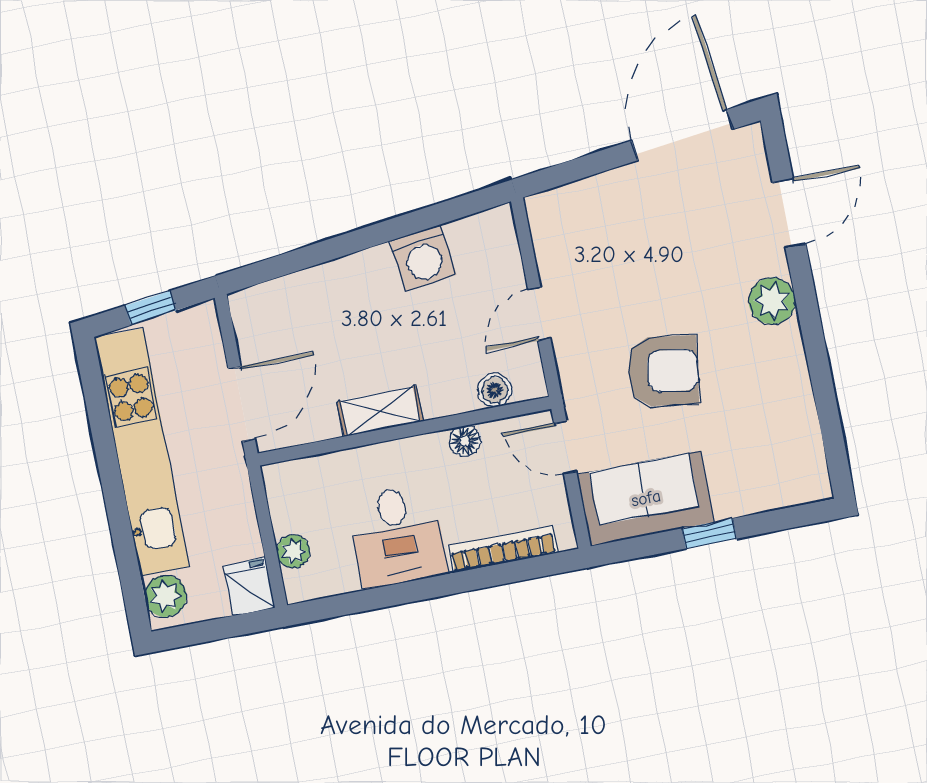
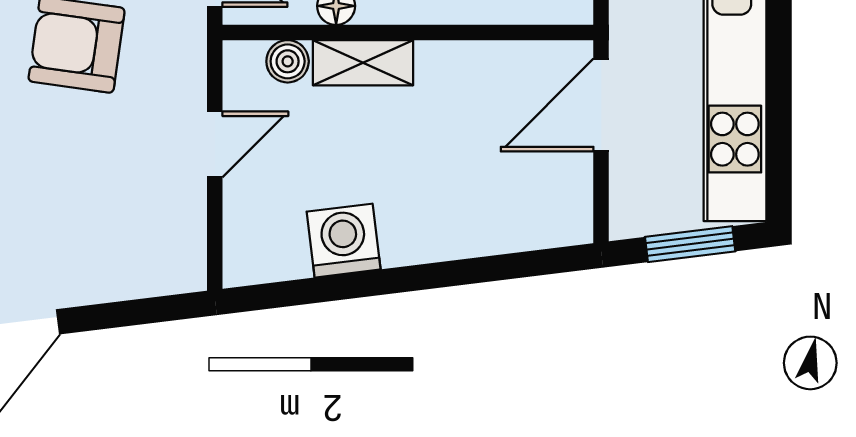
window: (150, 308) -> (690, 244), width x1.50
shelving: (380, 411) -> (363, 63), moved

